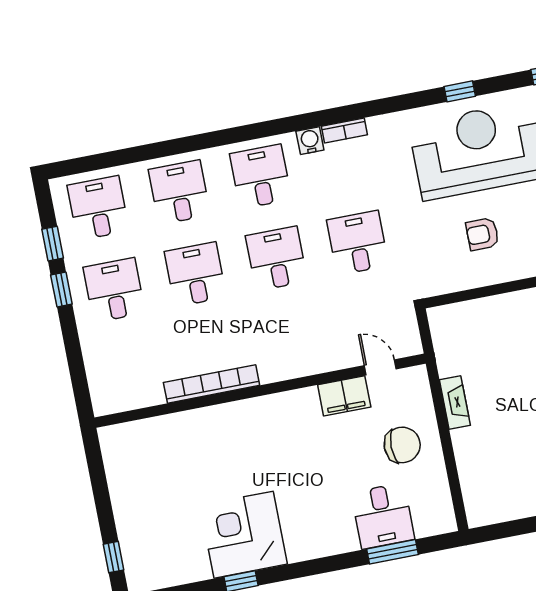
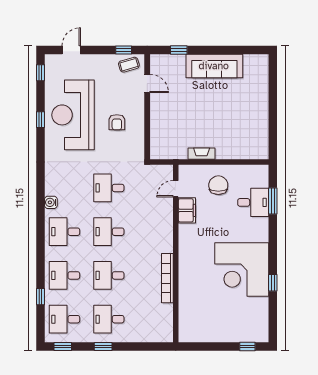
bookcase: (344, 131) -> (49, 183), removed
window: (131, 155) -> (40, 297), added
window: (53, 244) -> (63, 346), moved
corner desk: (244, 535) -> (242, 270), width x1.36, depth x1.36

